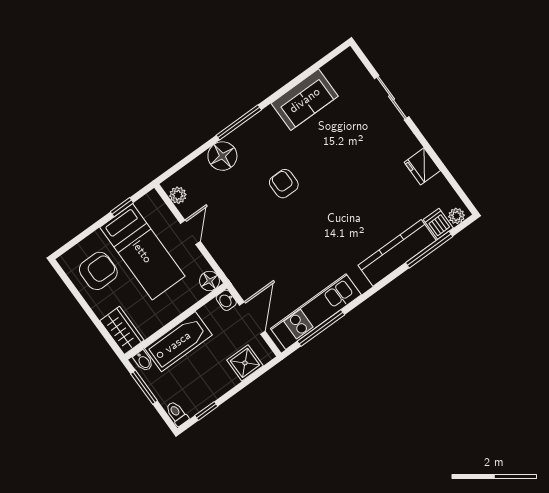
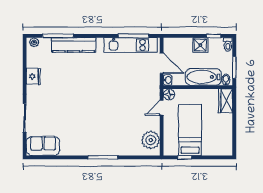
sofa: (305, 100) -> (43, 146), moved
floor lamp: (222, 156) -> (122, 147), removed
armchair: (284, 184) -> (103, 114), removed
plant: (178, 195) -> (151, 140), width x1.88, depth x1.88
dishwasher: (438, 224) -> (45, 45), removed
door: (190, 232) -> (162, 108), moved
armchair: (98, 271) -> (217, 136), removed
door: (252, 318) -> (162, 63), swing flipped
shower: (245, 363) -> (200, 45), moved

